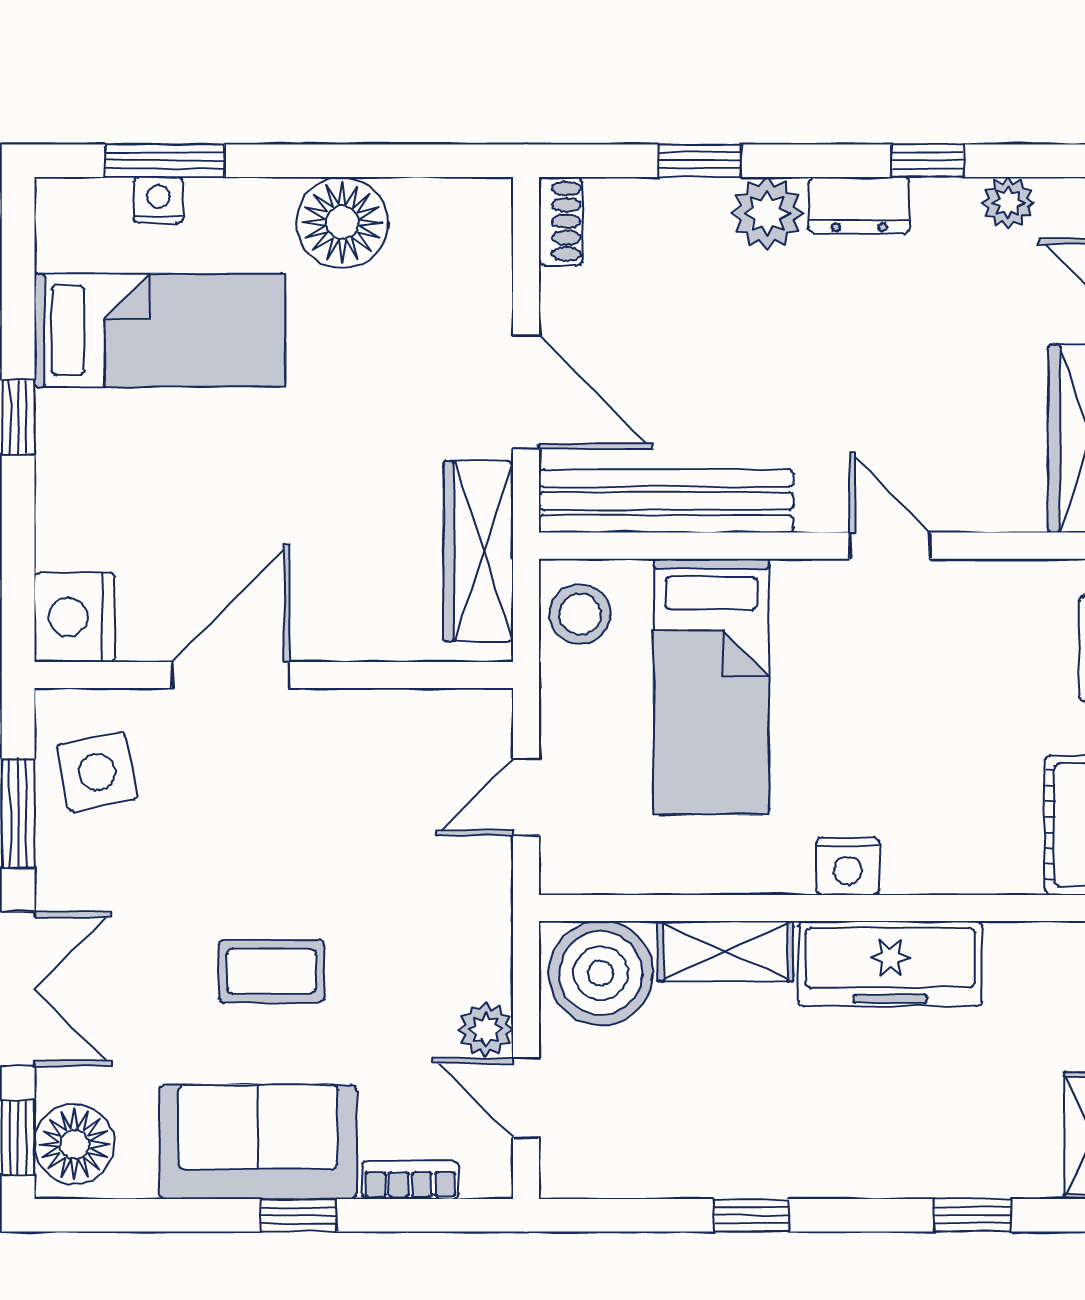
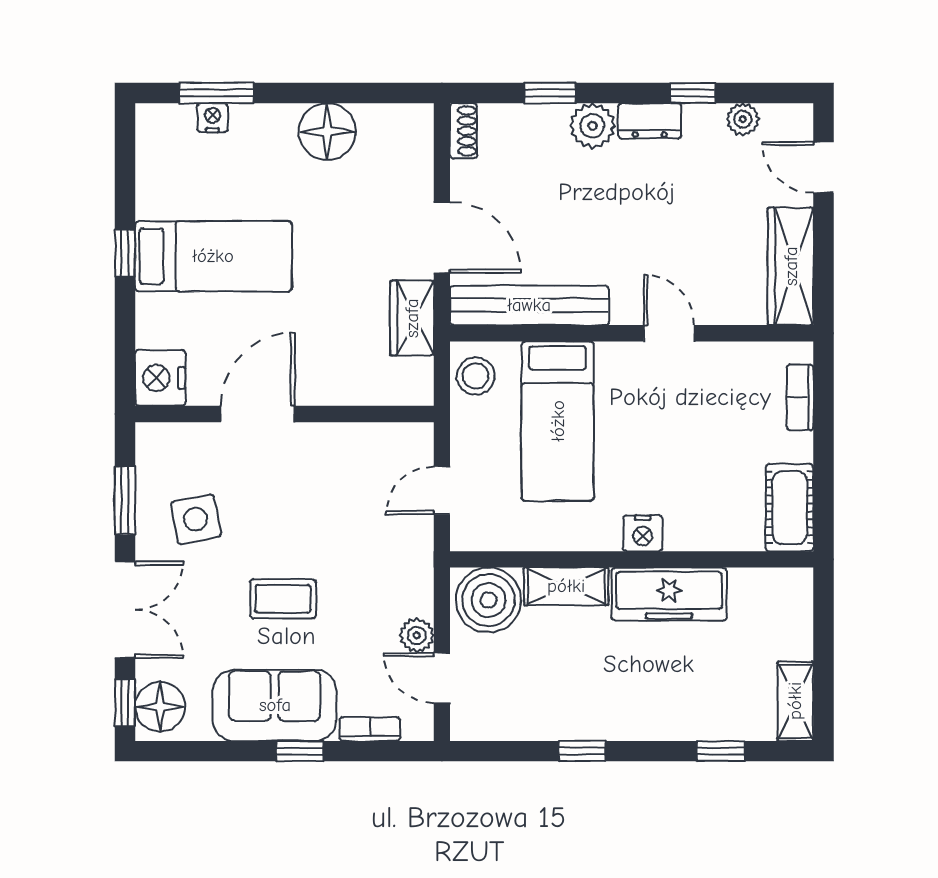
bed: (160, 330) -> (213, 256), moved
wardrobe: (478, 551) -> (412, 318), width x0.67
side table: (97, 772) -> (196, 519), moved

